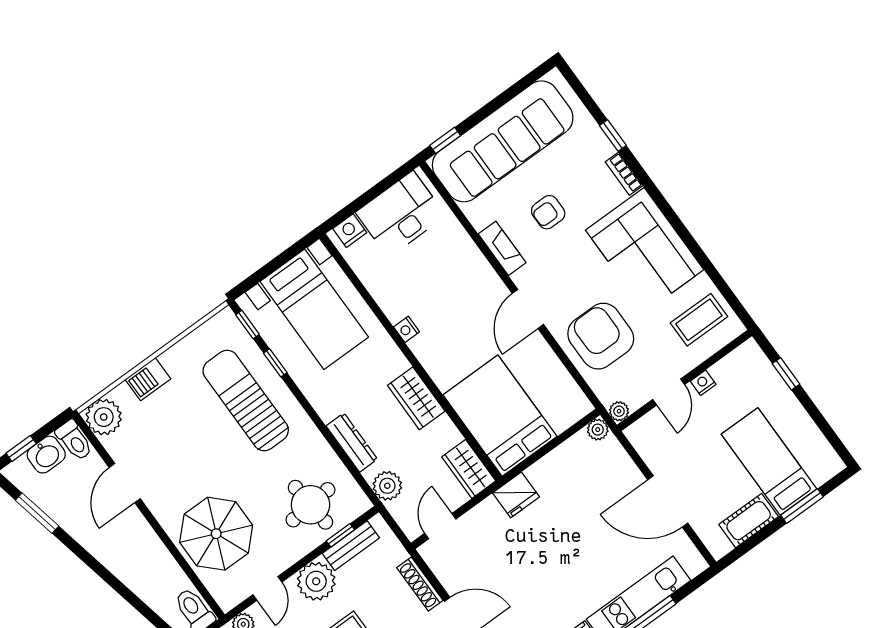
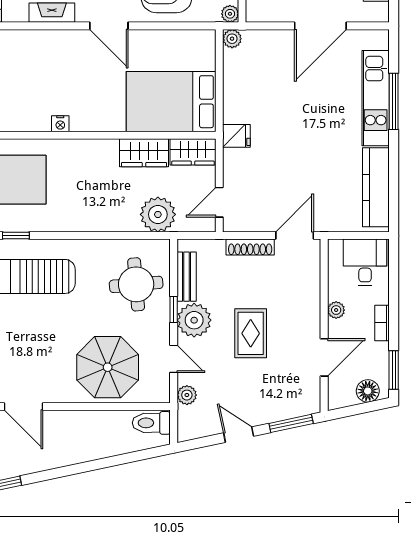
wardrobe: (416, 398) -> (144, 153), moved
dresser: (352, 443) -> (113, 222), removed
plant: (387, 486) -> (158, 214), width x1.36, depth x1.36
fridge: (516, 495) -> (236, 136), width x0.72
door: (440, 526) -> (219, 202), hinge flipped
window: (340, 535) -> (174, 310), moved

